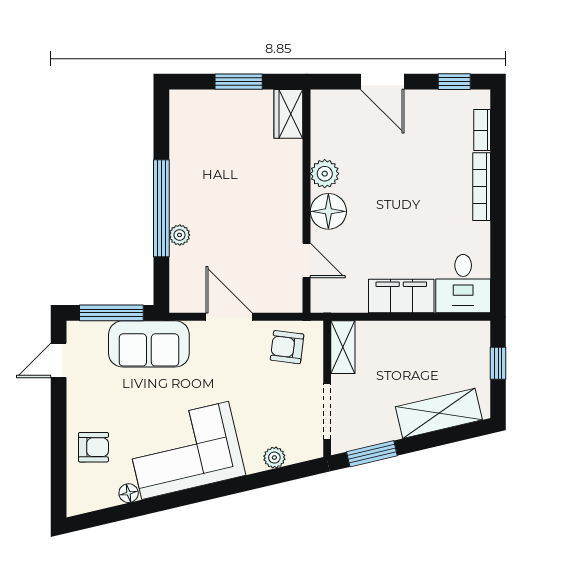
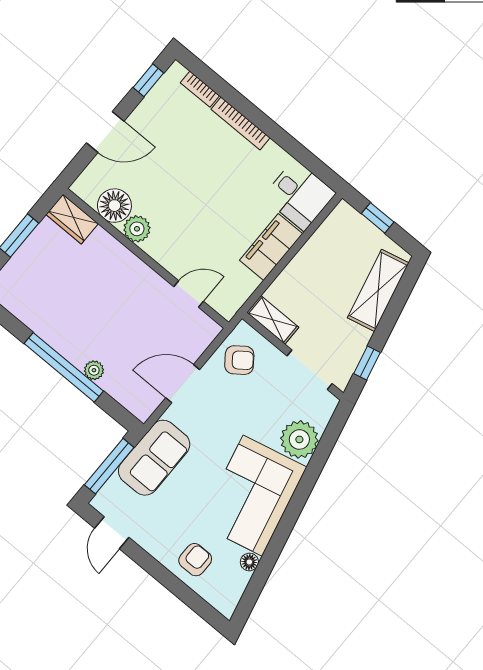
floor lamp: (328, 211) -> (114, 206), moved
armchair: (287, 347) -> (239, 360), turned -134
window: (372, 454) -> (367, 363), width x0.67
plant: (274, 458) -> (299, 439), width x1.88, depth x1.88

